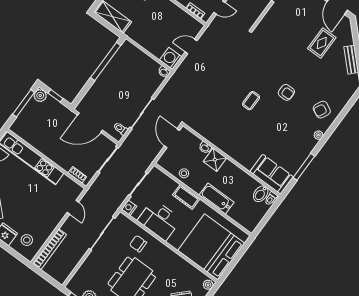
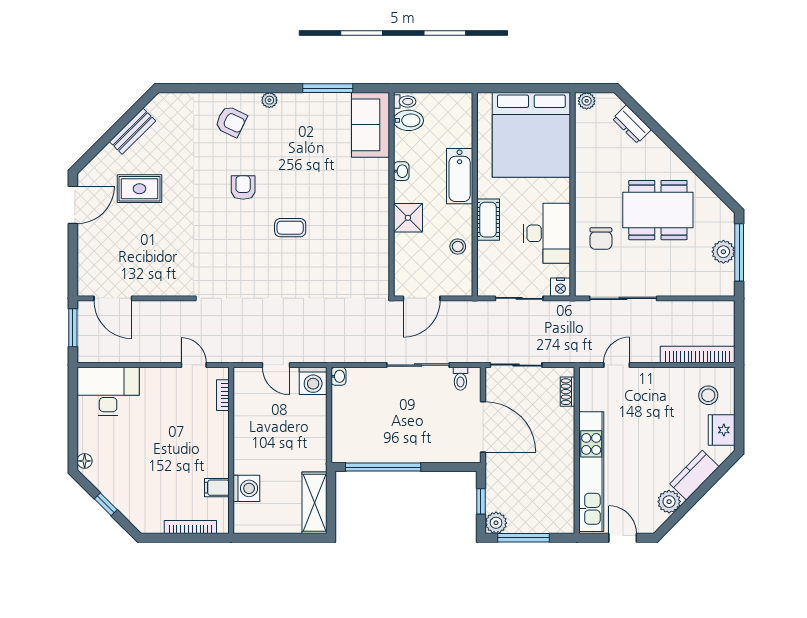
washbasin: (205, 148) -> (401, 171), moved

